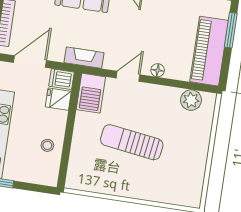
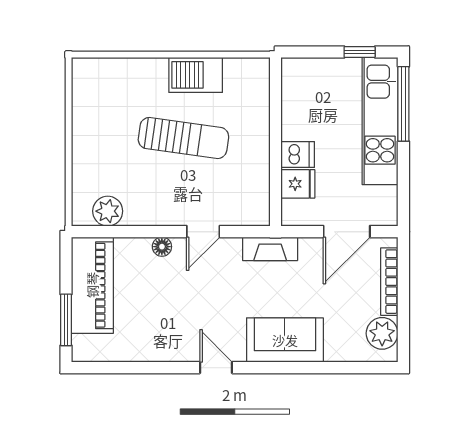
dishwasher: (61, 79) -> (298, 154), moved
barbecue: (91, 93) -> (196, 75), moved, turned -90
stool: (47, 145) -> (304, 115), removed

